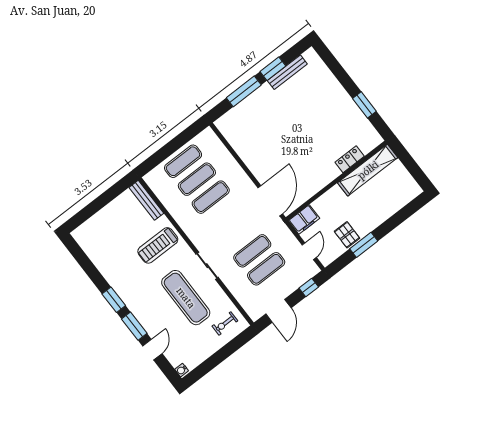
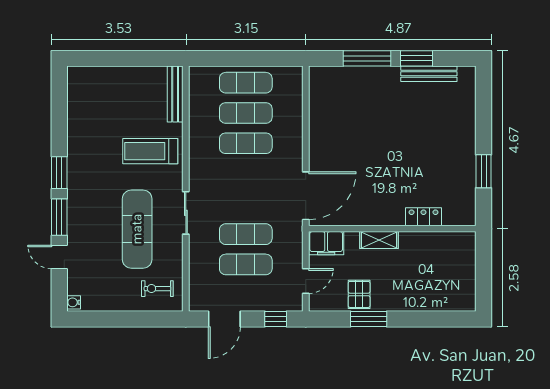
shelving: (368, 170) -> (379, 240), moved, width x0.45, depth x0.75
door: (152, 350) -> (59, 257), swing flipped

